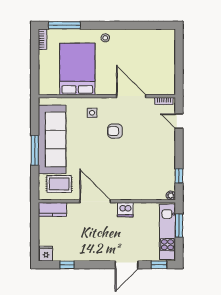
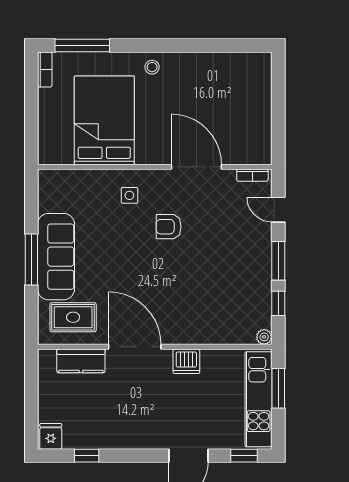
sofa: (52, 139) -> (56, 257), width x0.74, depth x0.79
window: (179, 151) -> (278, 261), added
kitchen counter: (52, 209) -> (81, 361), moved

